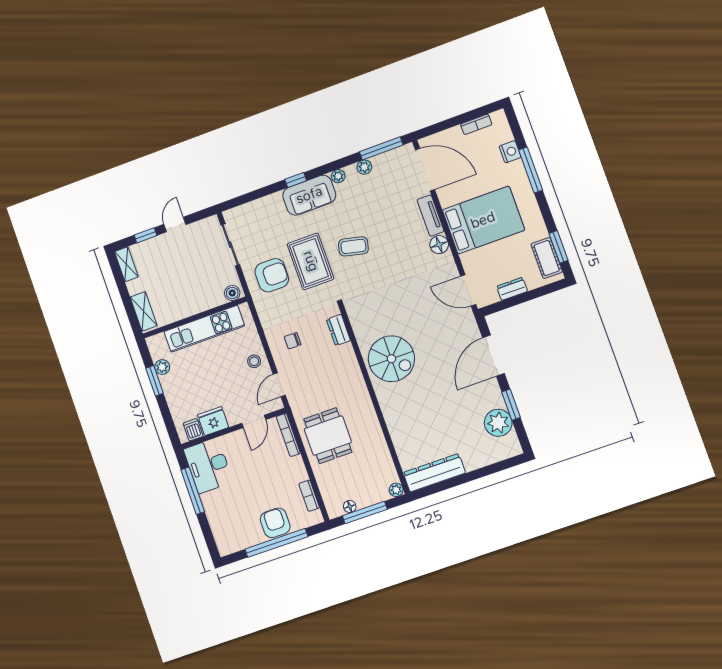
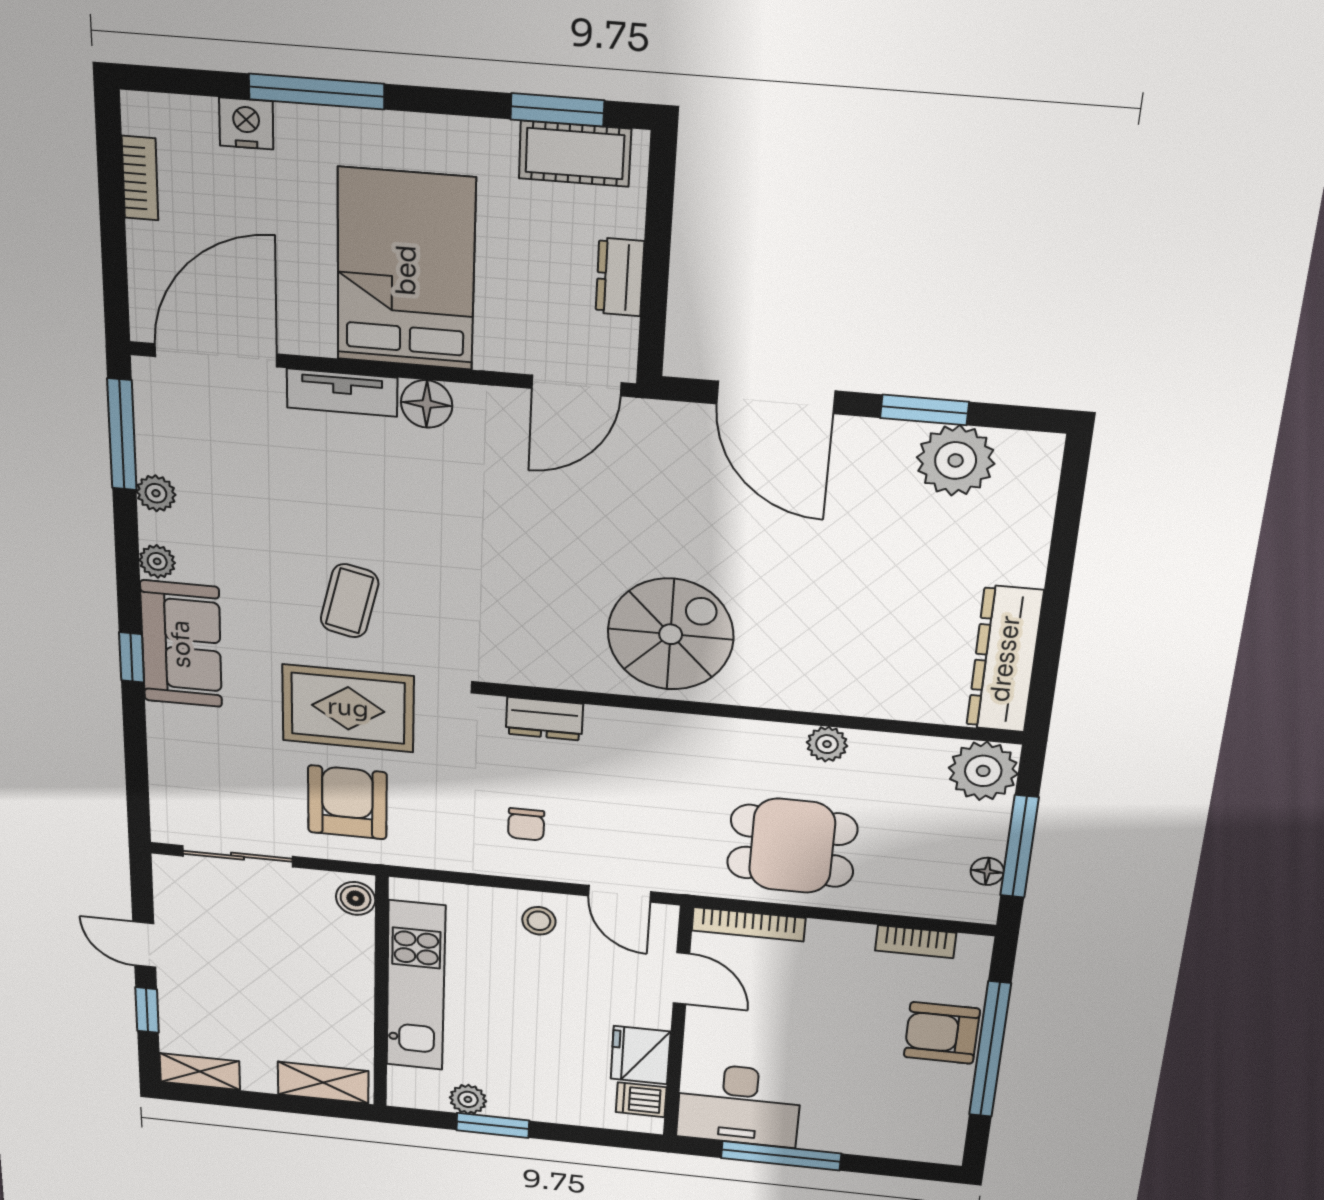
plant: (374, 429) -> (827, 744), added
plant: (396, 490) -> (983, 771), width x1.88, depth x1.88

